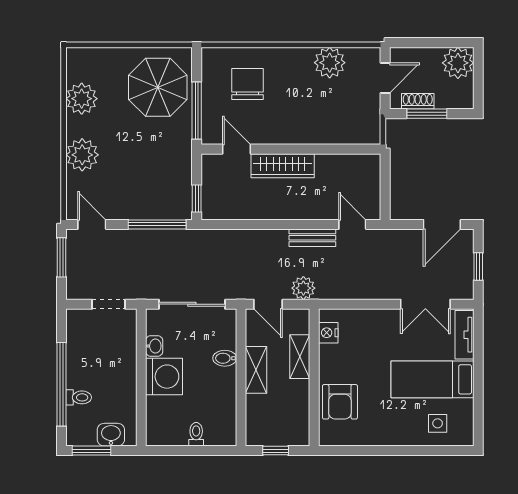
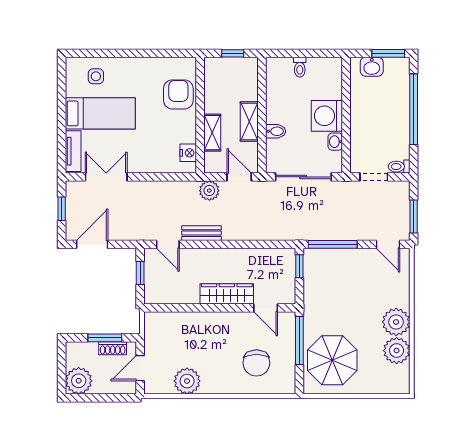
plant: (82, 155) -> (396, 322), moved
window: (385, 191) -> (140, 273), added
toilet: (79, 397) -> (399, 167), moved

